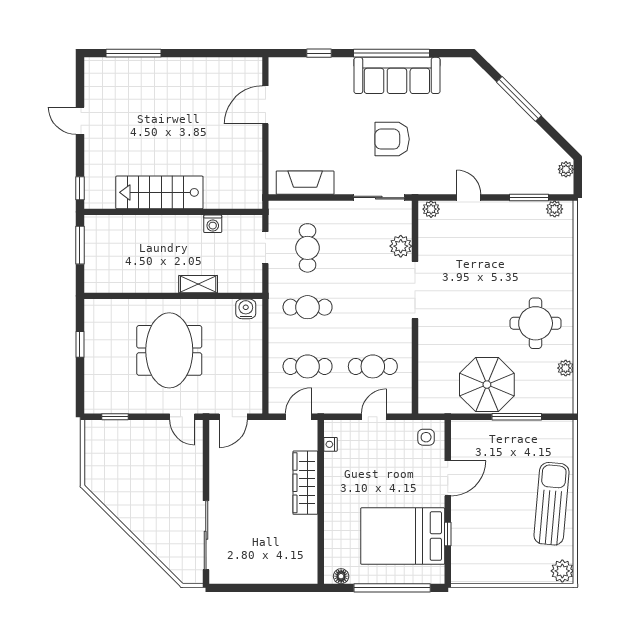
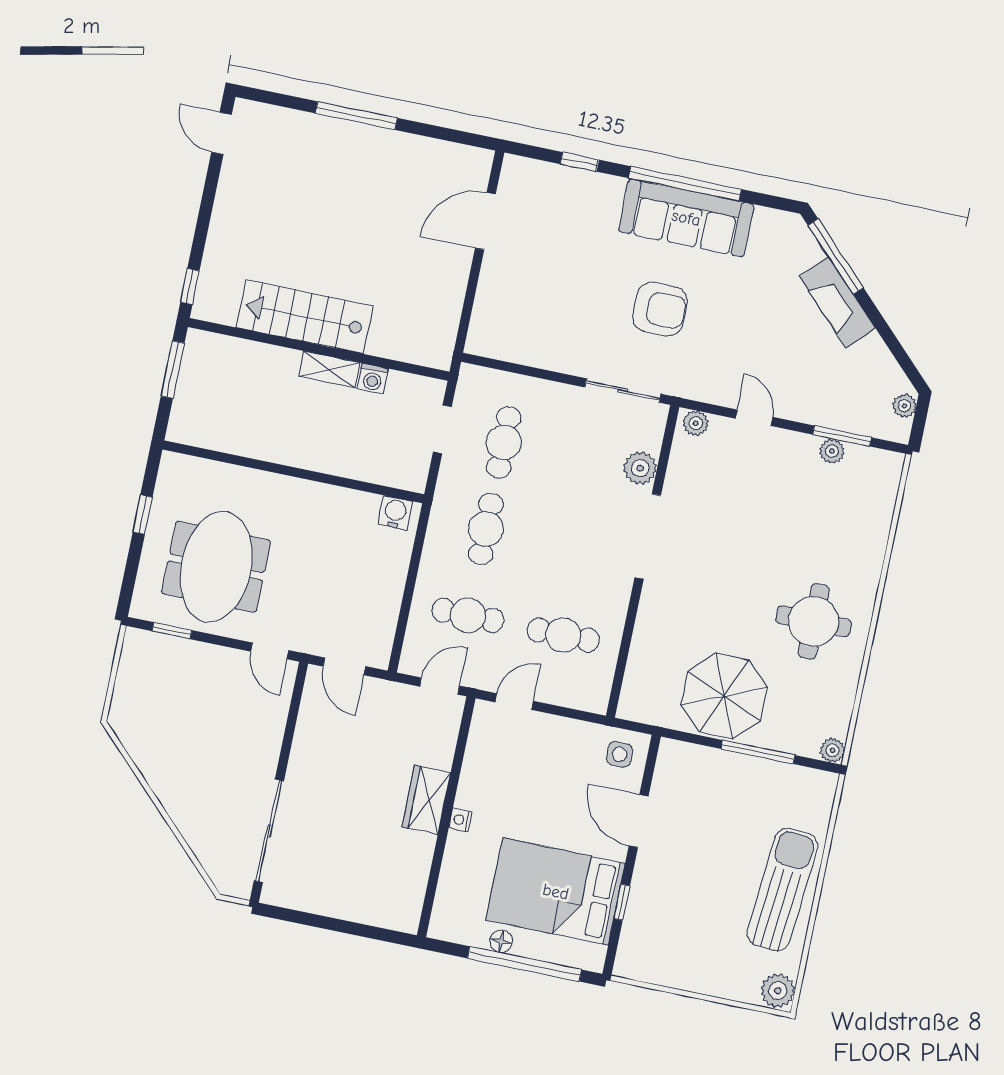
window: (134, 53) -> (356, 116), moved
window: (519, 99) -> (836, 257), moved
door: (80, 121) -> (222, 133), moved
armchair: (392, 139) -> (660, 309), turned 180
fireplace: (305, 183) -> (837, 302), moved, turned -135
plant: (555, 209) -> (832, 451), moved
shelving: (198, 284) -> (329, 369), moved
cafe table: (308, 307) -> (486, 529), turned 90
meeting table: (169, 350) -> (216, 567), moved
plant: (566, 368) -> (833, 750), moved
door: (233, 417) -> (344, 666), hinge flipped
door: (374, 417) -> (514, 702), moved
nightstand: (330, 444) -> (460, 820), moved
door: (448, 478) -> (639, 821), swing flipped
wardrobe: (305, 483) -> (426, 800), width x0.67
floor lamp: (341, 576) -> (501, 941), moved

